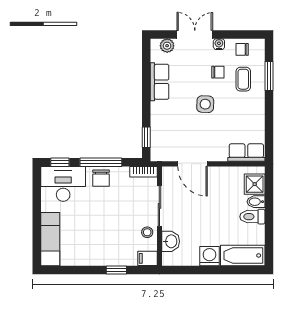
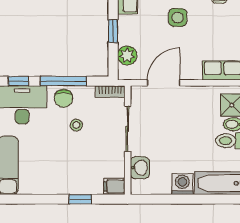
window: (146, 137) -> (113, 31), moved
plant: (159, 139) -> (127, 55), added
door: (192, 164) -> (164, 83), swing flipped
stool: (147, 232) -> (76, 125), moved

